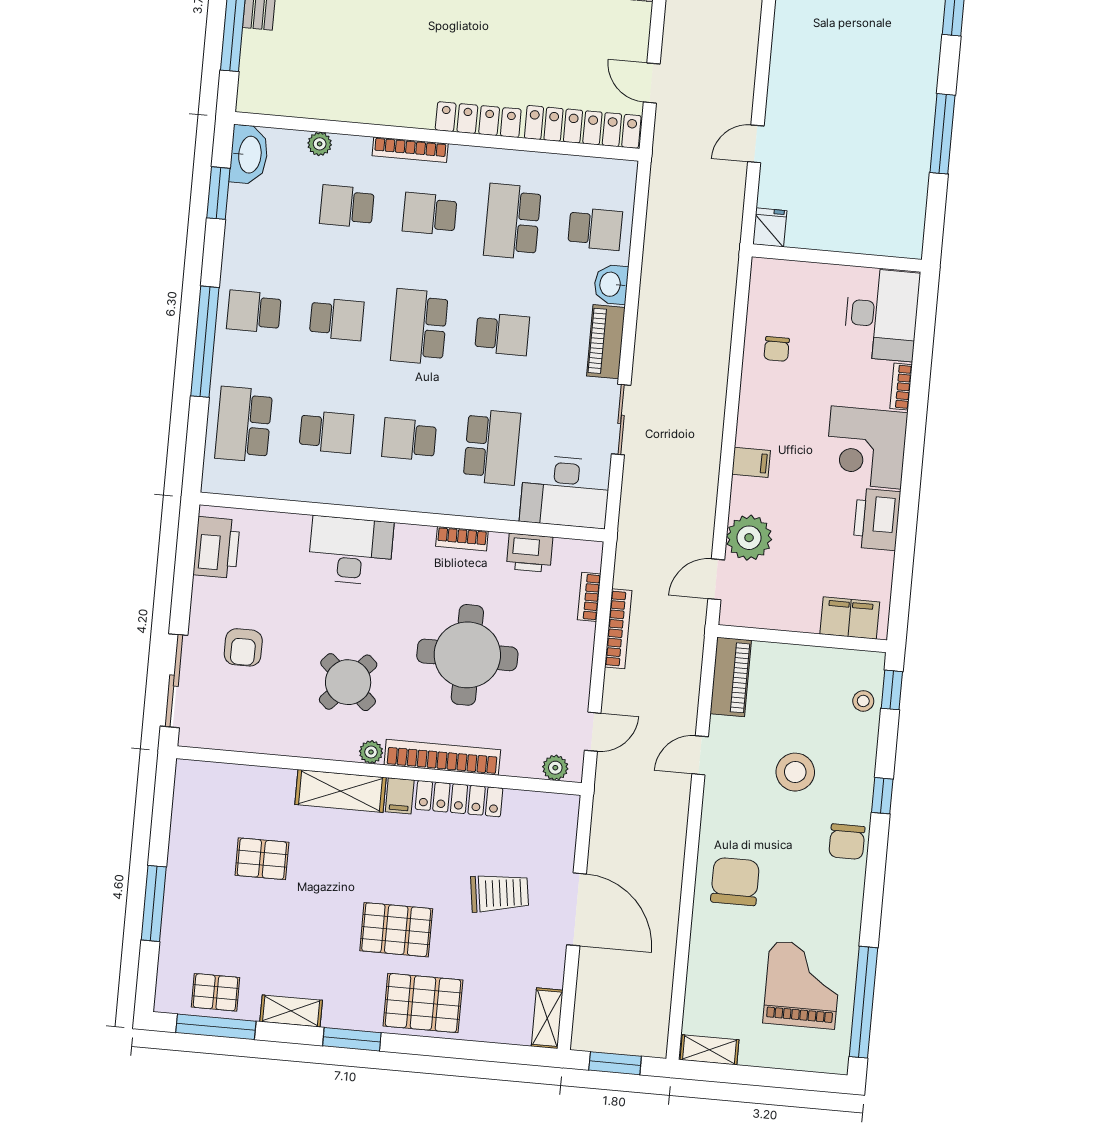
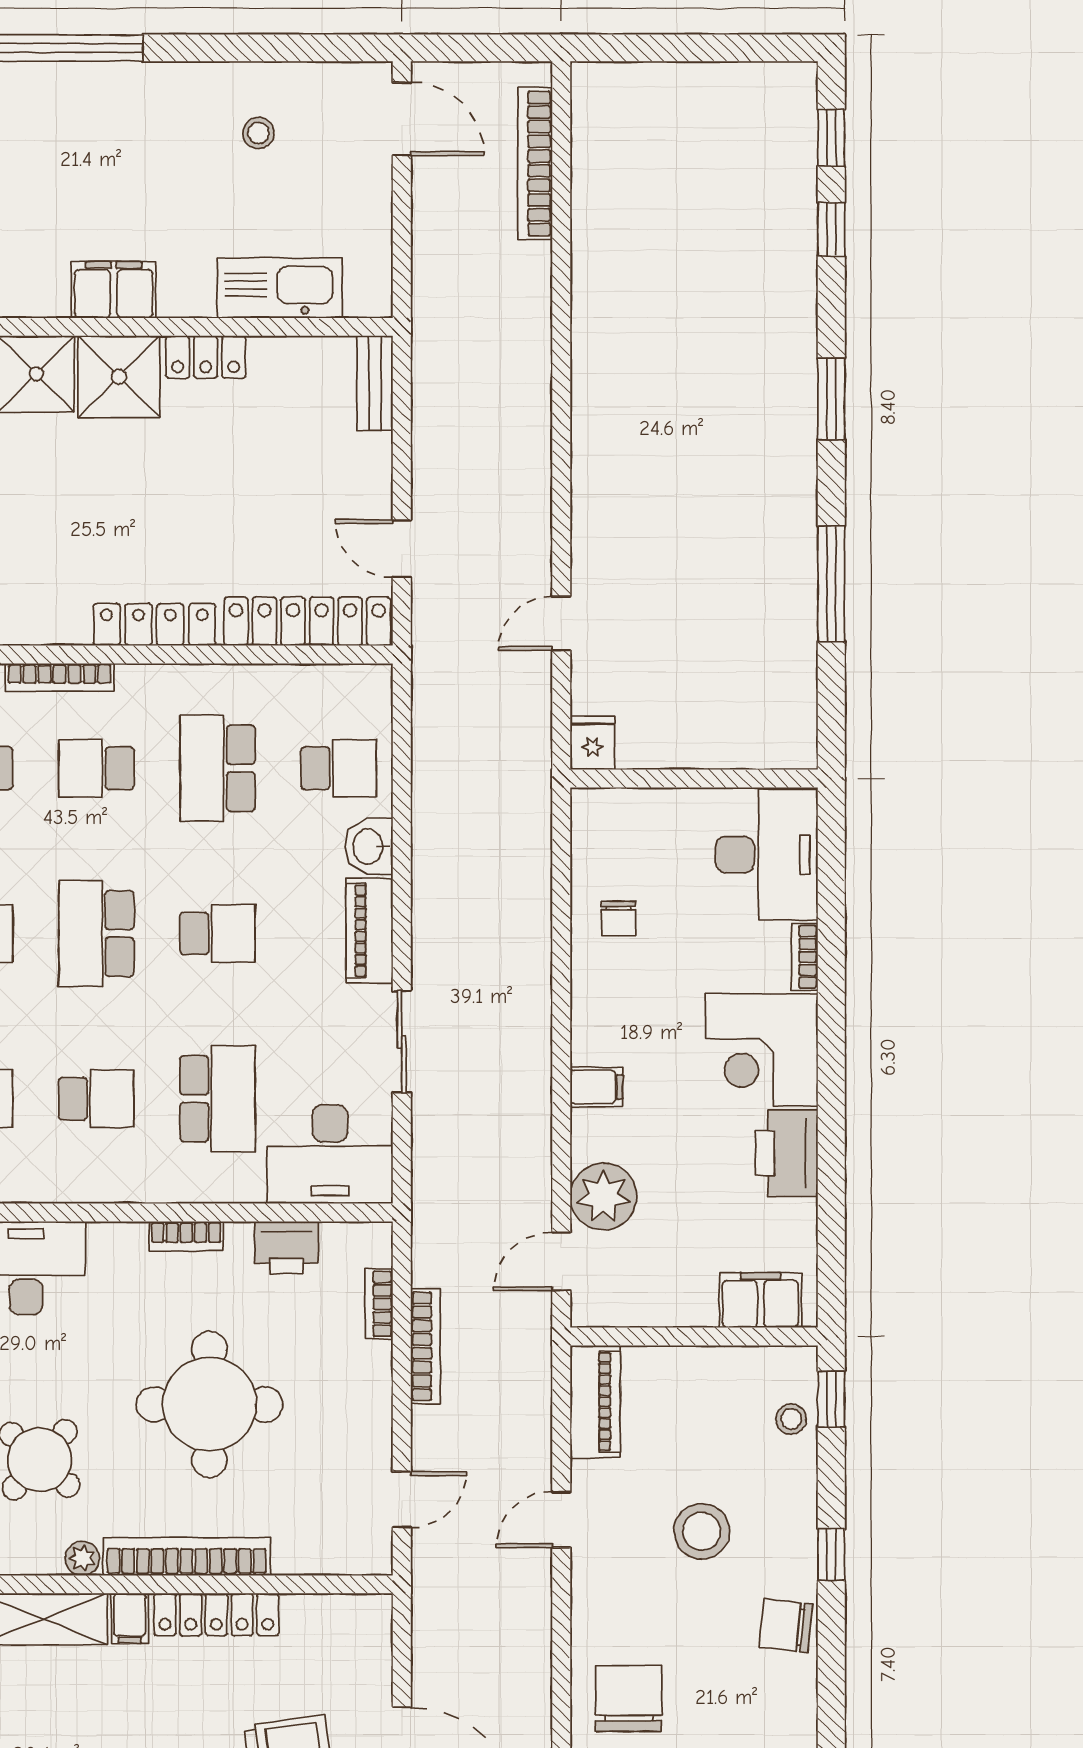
school desk: (409, 439) -> (96, 1099), turned 180
plant: (555, 768) -> (352, 1557), removed
chair: (847, 842) -> (786, 1626), turned 96

